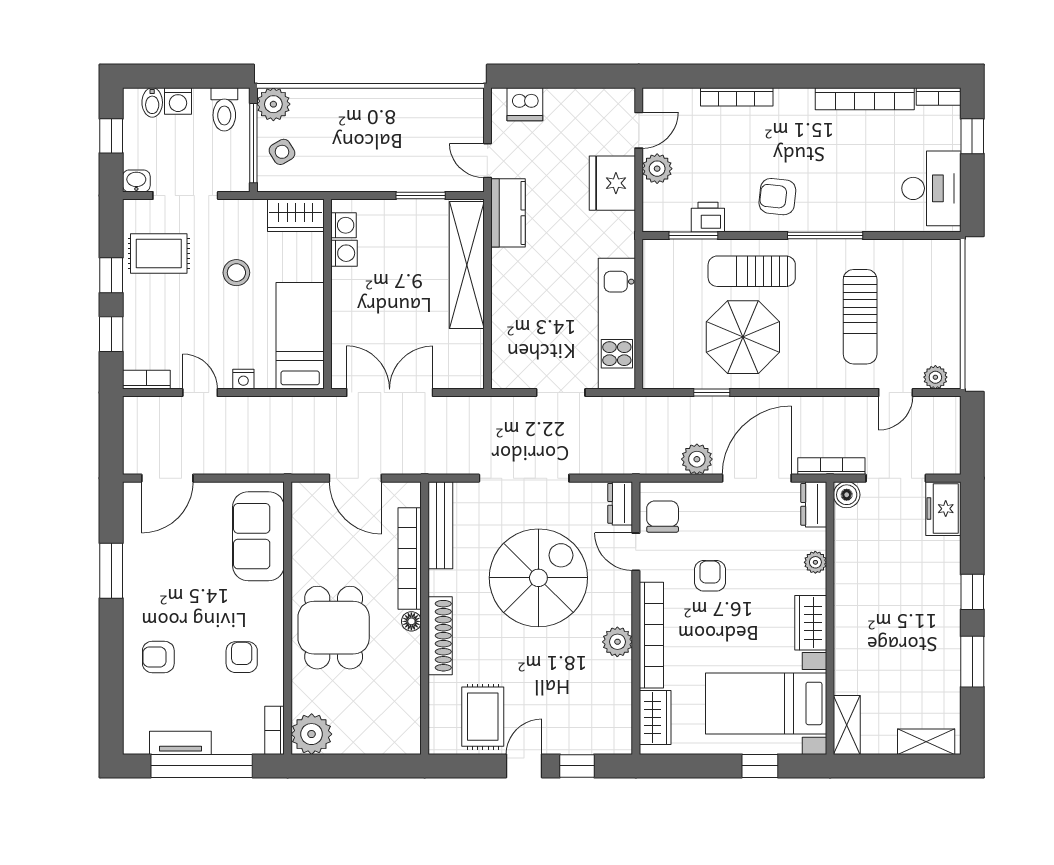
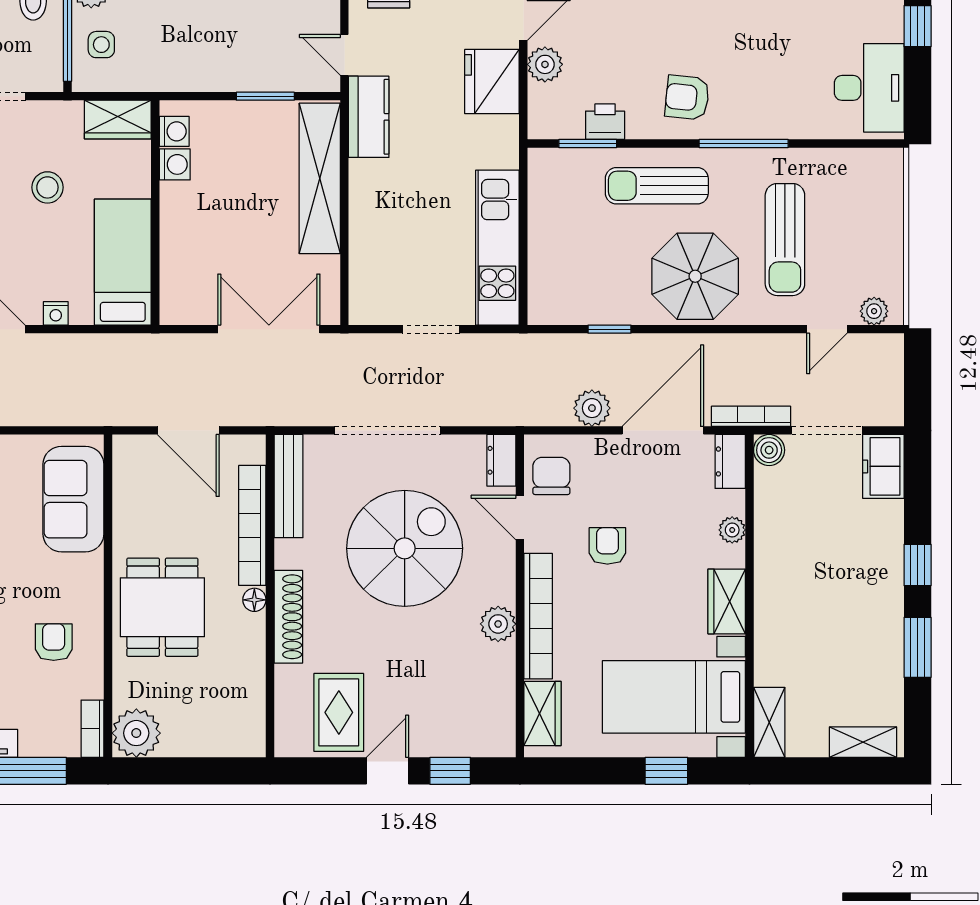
side table: (282, 152) -> (101, 45), turned 31
parasol: (743, 337) -> (695, 276), moved
double door: (390, 392) -> (269, 329), moved

